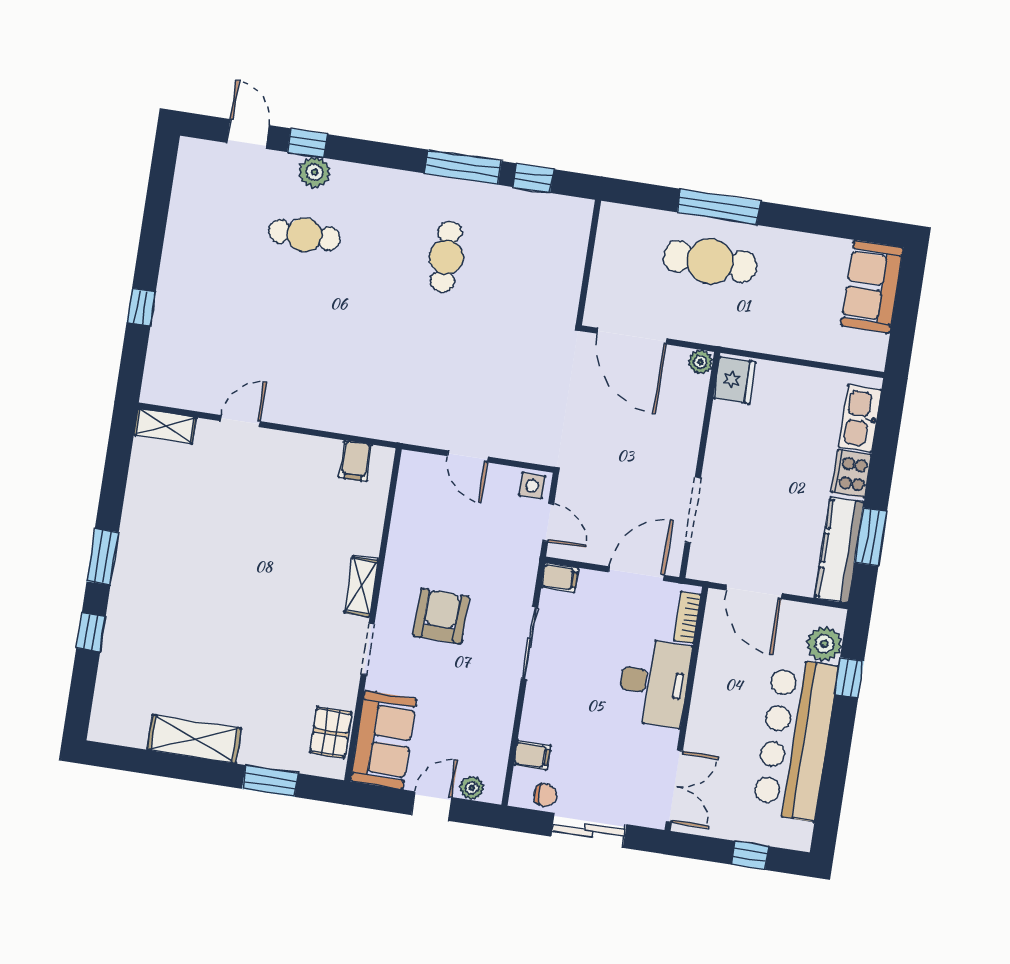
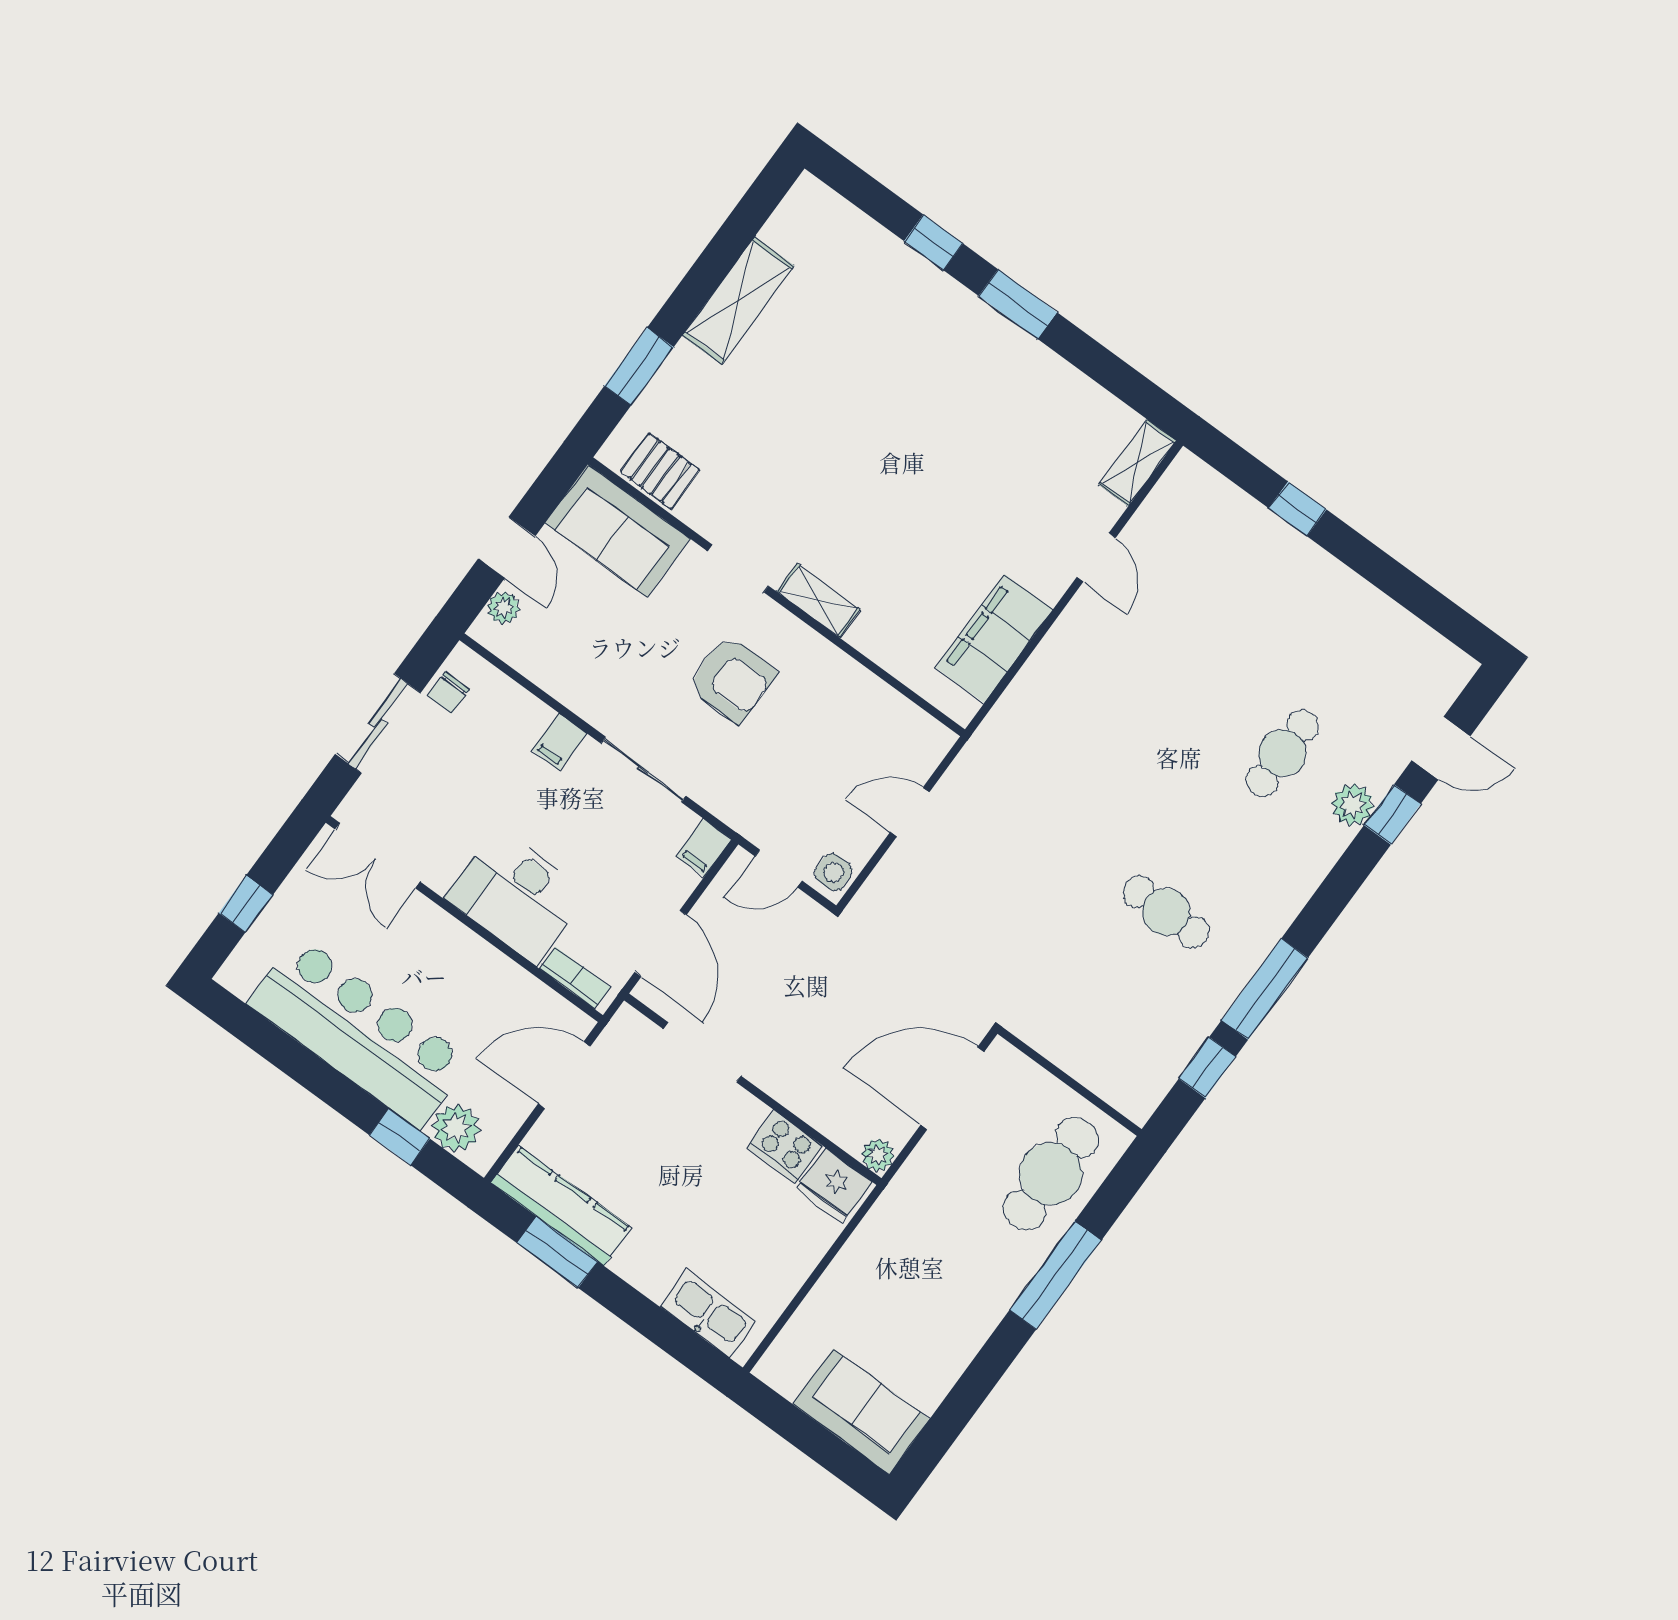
cafe table: (710, 261) -> (1051, 1174), moved
filing cabinet: (355, 461) -> (994, 639), width x3.00, depth x1.17
cooker: (851, 474) -> (785, 1147), moved, turned 180
filing cabinet: (532, 755) -> (559, 742), moved

